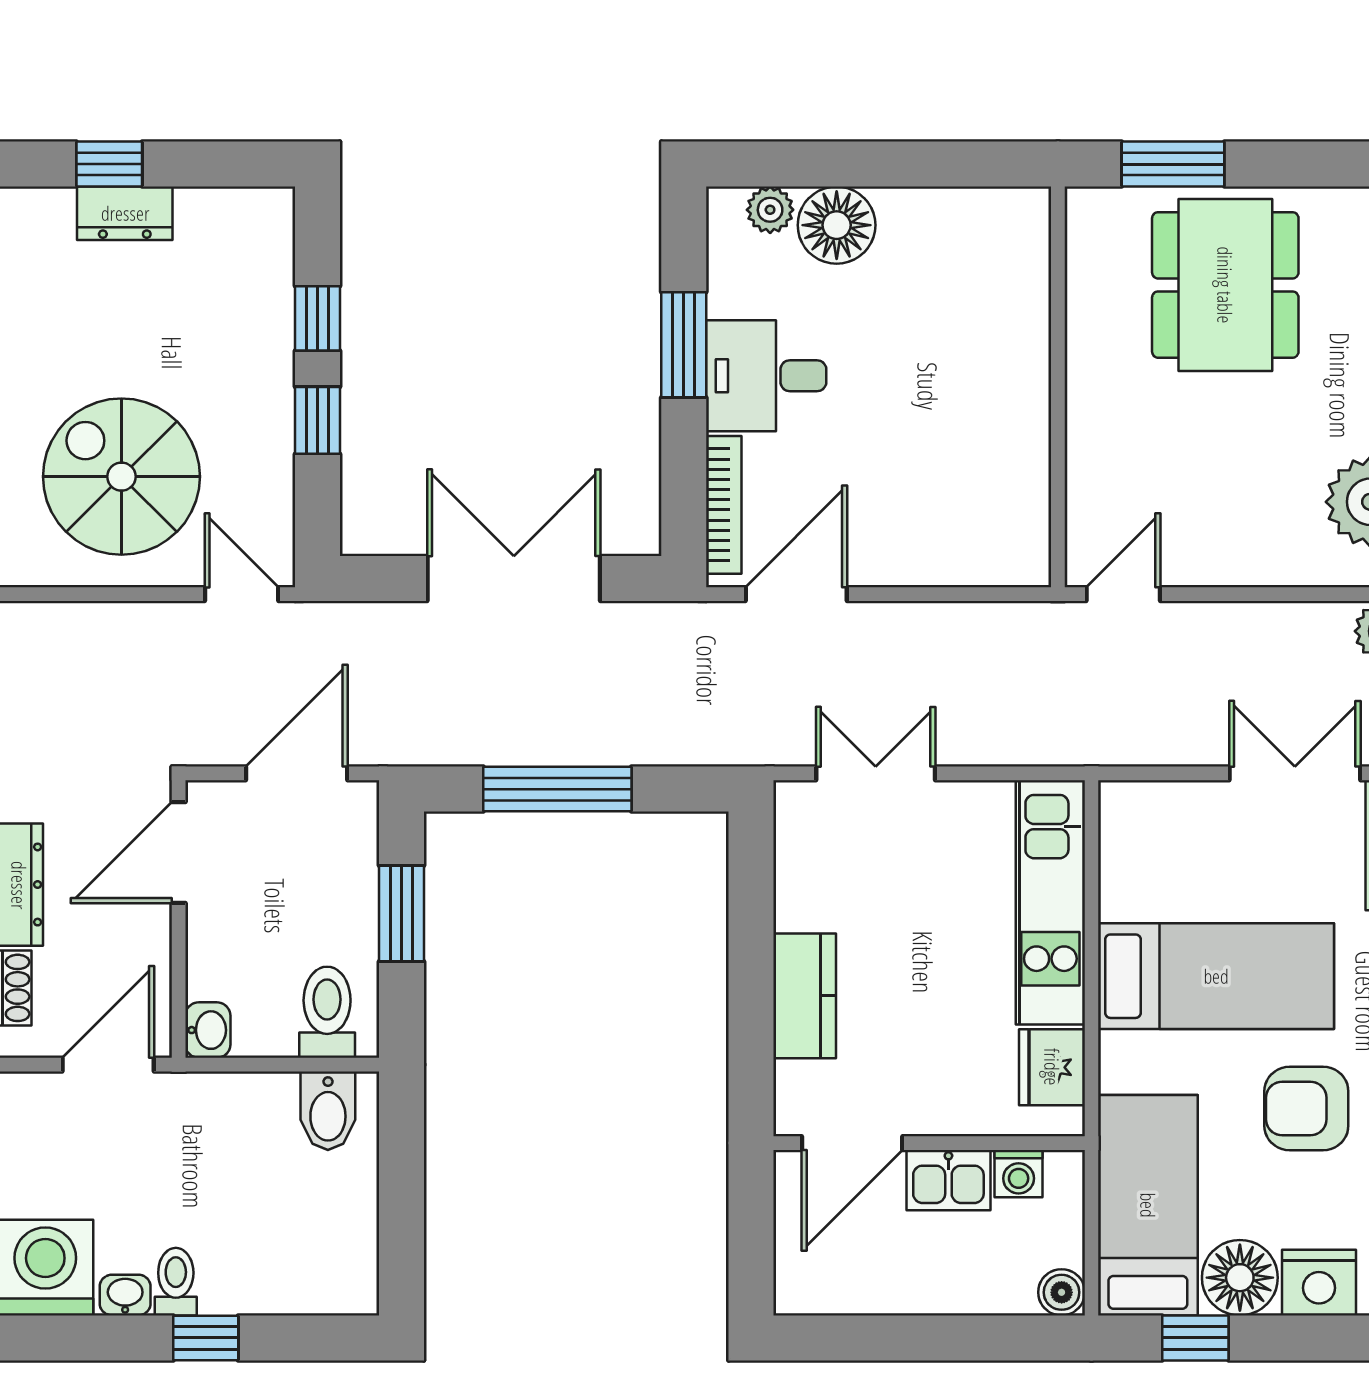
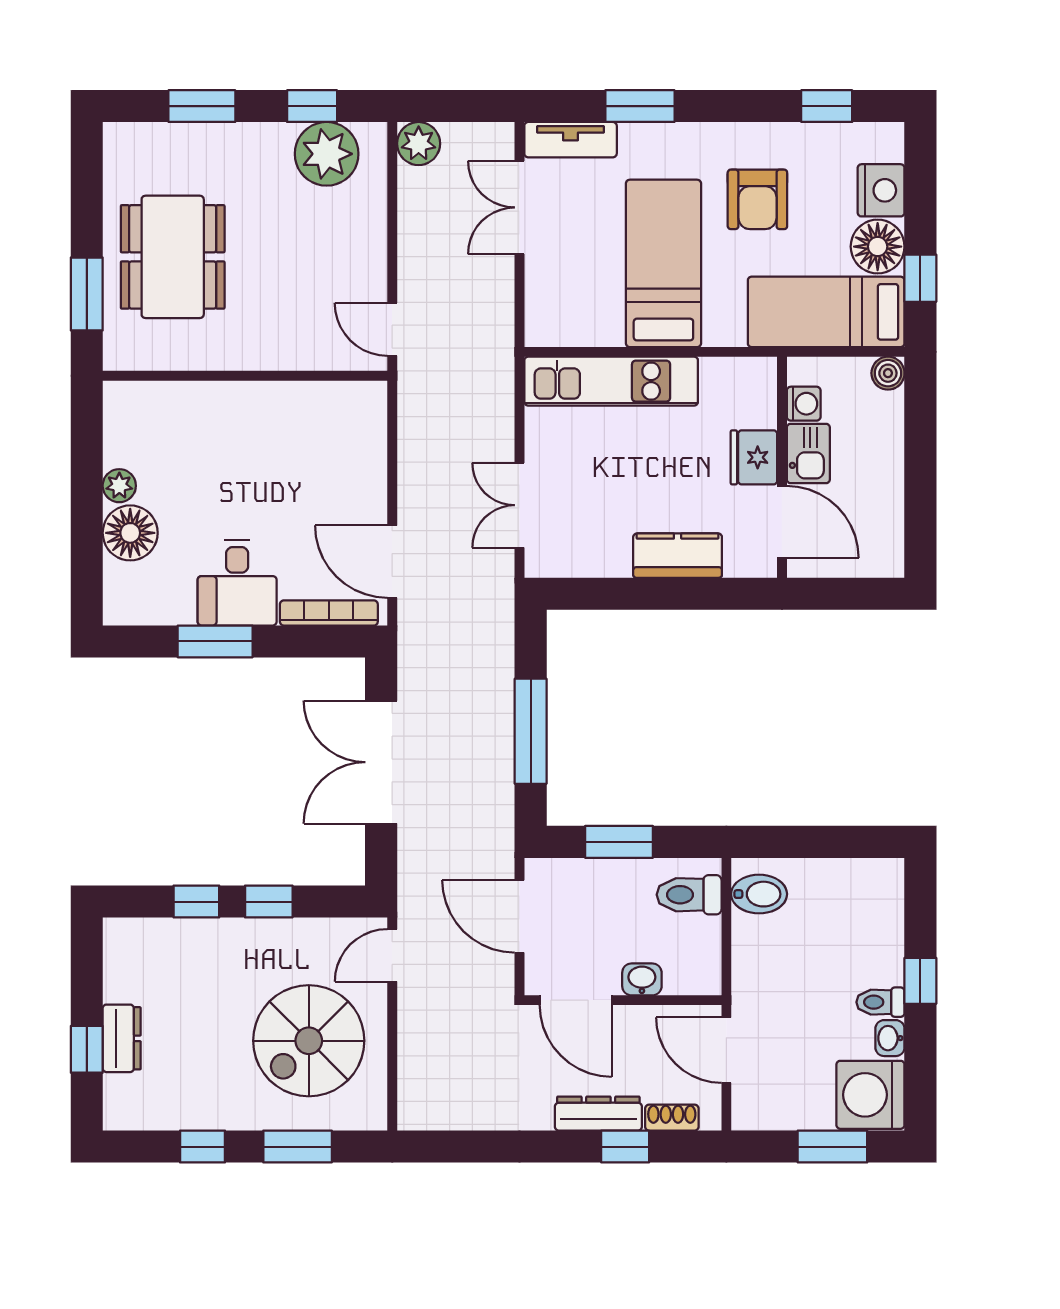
plant: (770, 210) -> (119, 486), moved
dining table: (1225, 285) -> (173, 257), turned 90
washbasin: (208, 1030) -> (642, 979), moved
fridge: (1052, 1067) -> (754, 457), moved, turned 90

